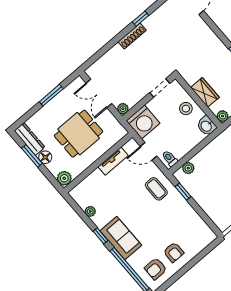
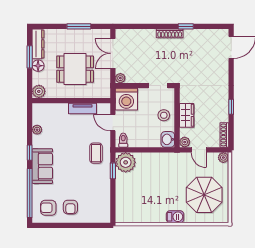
plant: (188, 168) -> (126, 162), width x1.88, depth x1.88

